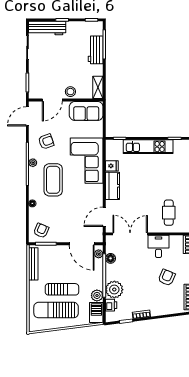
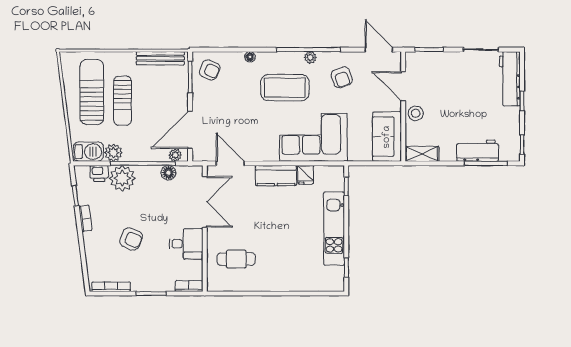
armchair: (167, 277) -> (131, 239), moved

